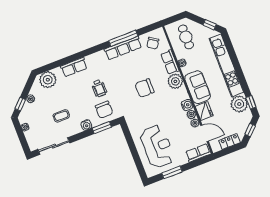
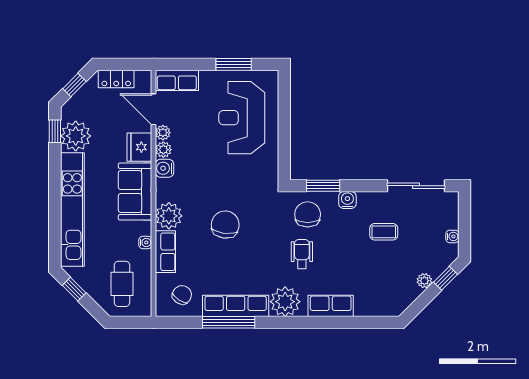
plant: (48, 80) -> (285, 302), moved
chair: (144, 88) -> (225, 225), turned -82

